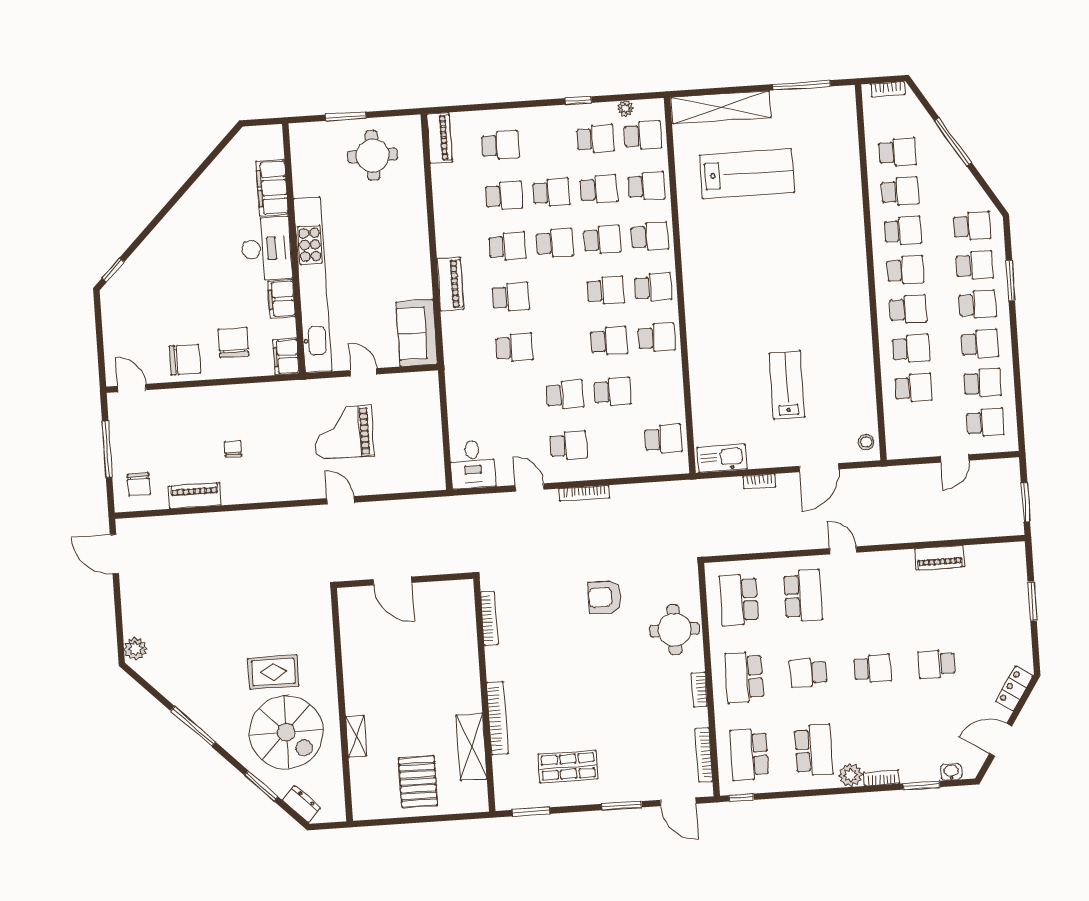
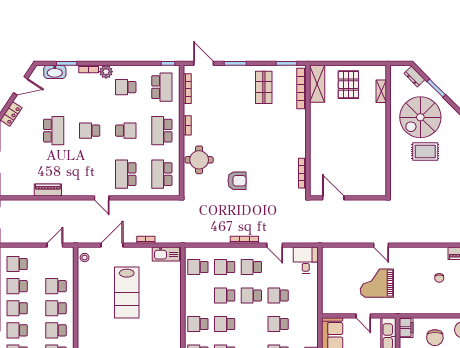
lab bench: (787, 385) -> (127, 293), width x1.36, depth x1.39
school desk: (518, 398) -> (278, 296), added
grand piano: (343, 432) -> (377, 283), turned 180
school desk: (616, 442) -> (225, 267), added
door: (955, 458) -> (55, 245), moved
door: (392, 581) -> (333, 198), moved
school desk: (739, 600) -> (162, 174), turned 180
school desk: (937, 664) -> (54, 131), width x1.85
school desk: (744, 677) -> (162, 131), turned 180
bookcase: (497, 718) -> (302, 89), moved
spiral stairs: (286, 732) -> (420, 117), turned -90
shelving: (356, 736) -> (381, 91), moved
shelving: (471, 747) -> (317, 84), moved
school desk: (814, 750) -> (126, 87), width x0.54
shop shelf: (568, 767) -> (264, 87), turned 90
washbasin: (951, 772) -> (55, 72), width x1.91, depth x1.45

